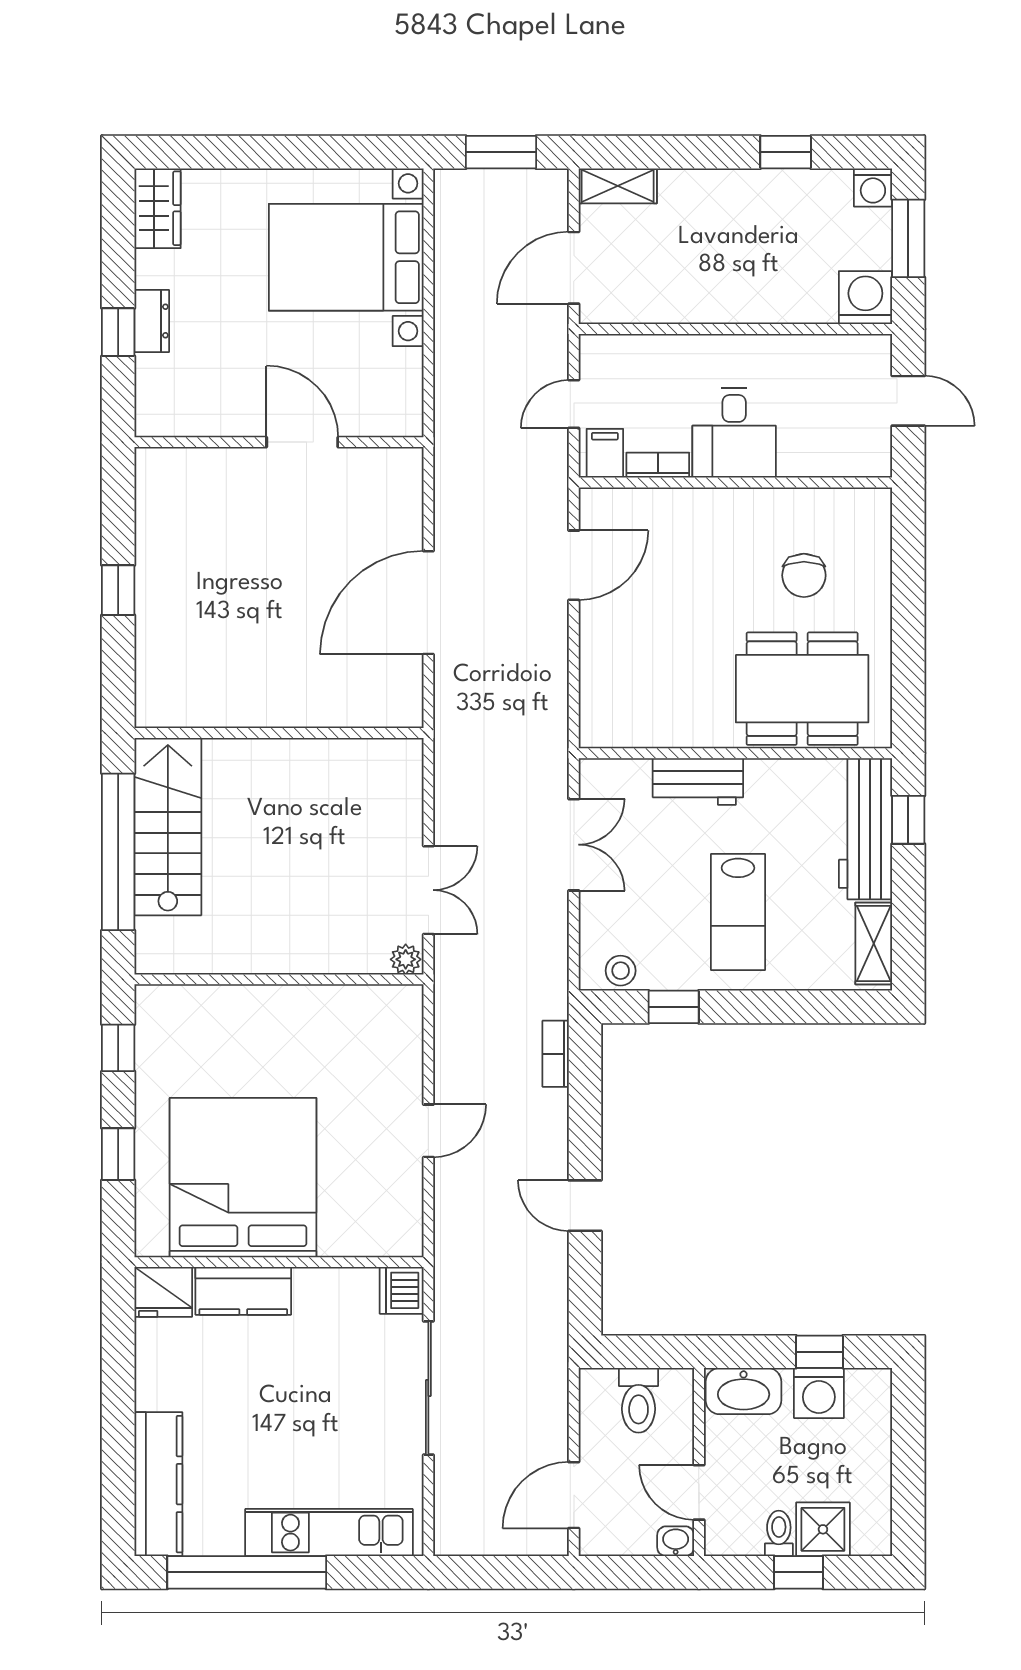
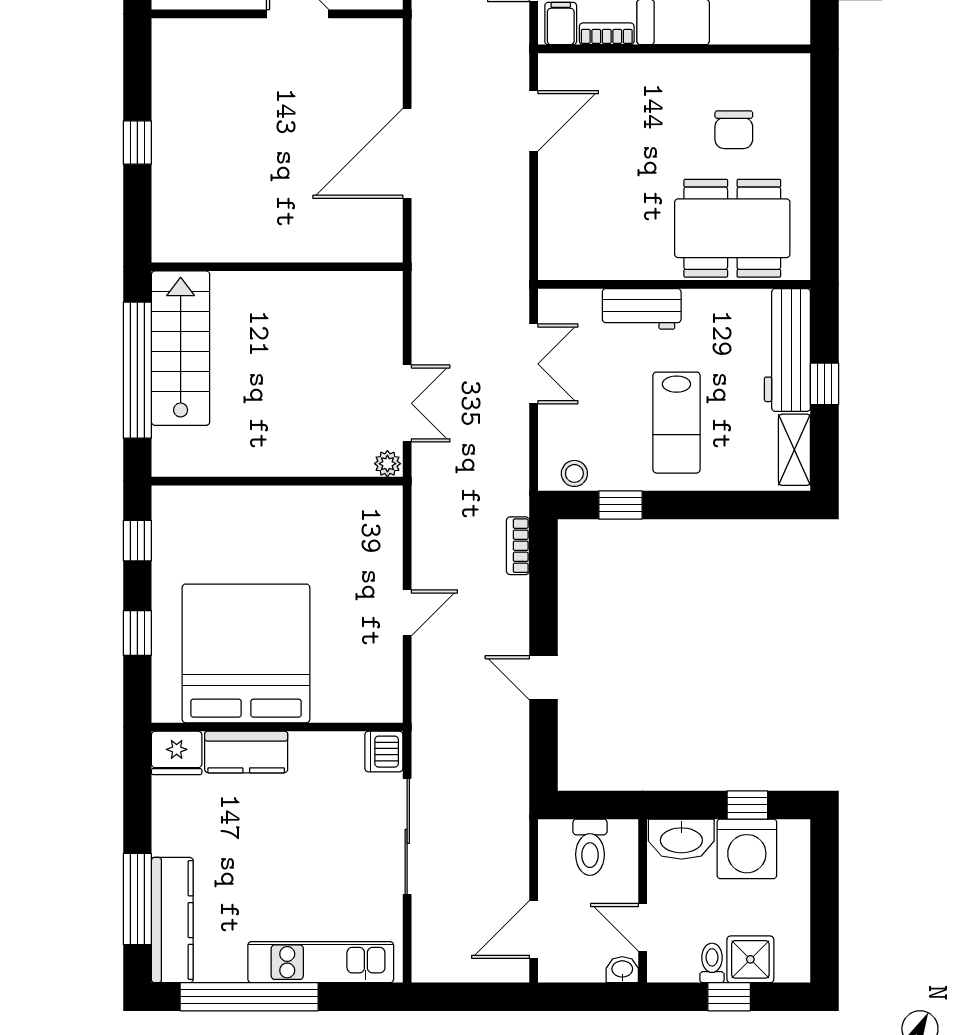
window: (908, 820) -> (825, 384), moved
washing machine: (819, 1393) -> (747, 849), width x1.37, depth x1.37
window: (118, 1460) -> (137, 899), added

